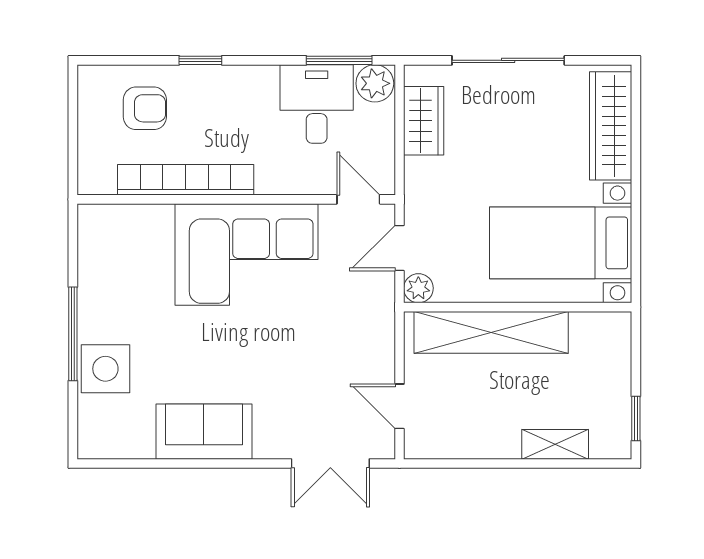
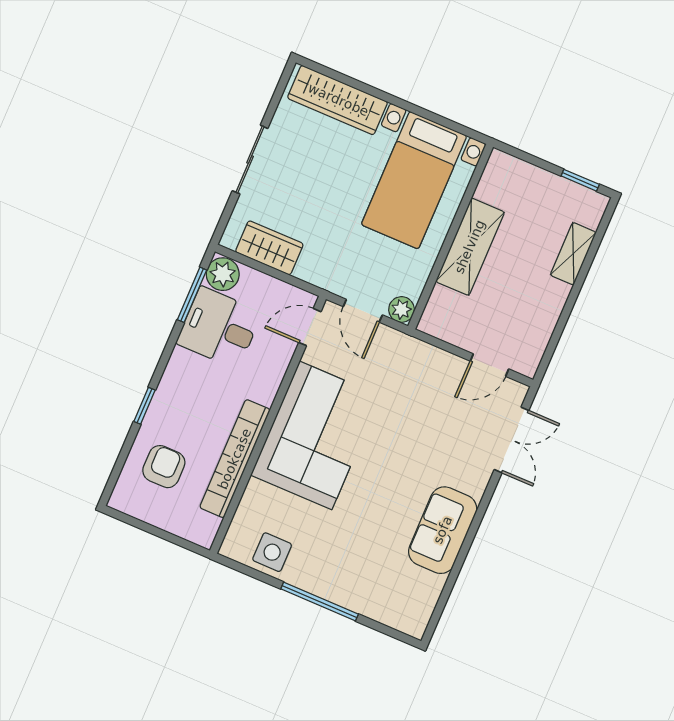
sliding door: (508, 60) -> (250, 160), width x0.73
shelving: (491, 332) -> (470, 247), width x0.68
side table: (105, 369) -> (272, 552), moved, width x0.73, depth x0.73

